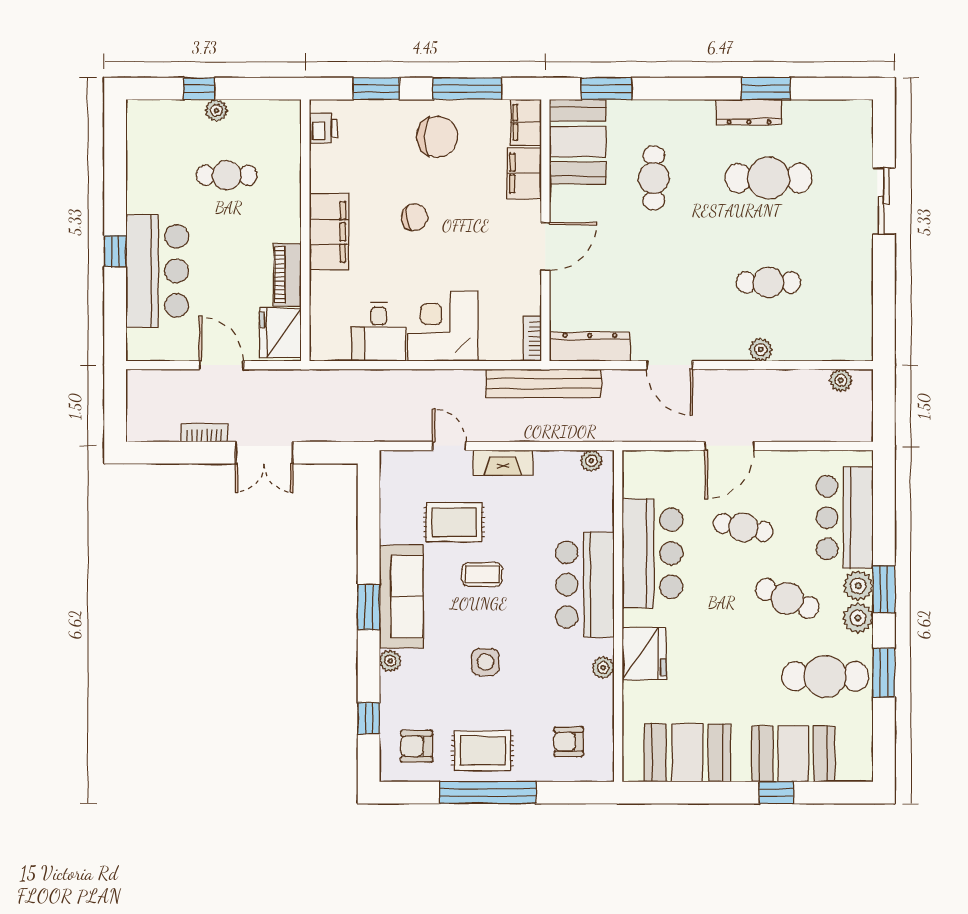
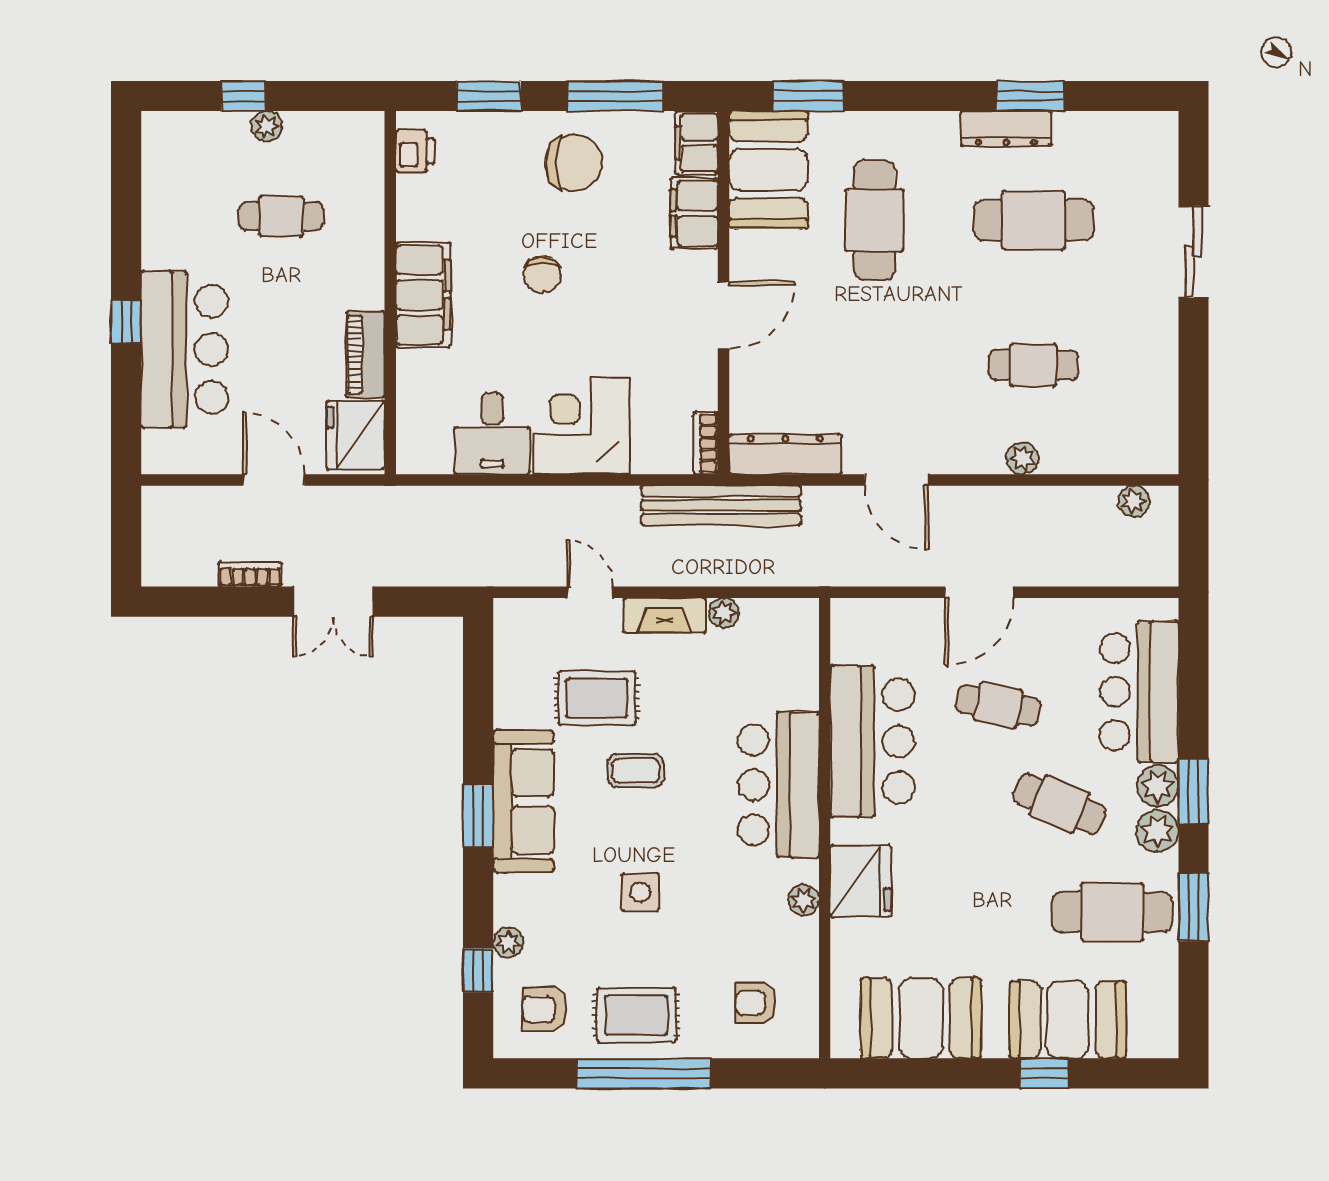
cafe table: (654, 178) -> (874, 220), width x1.37, depth x1.35
chair: (415, 217) -> (542, 275), turned 100
plant: (591, 461) -> (724, 613), moved
plant: (390, 661) -> (508, 942), moved

